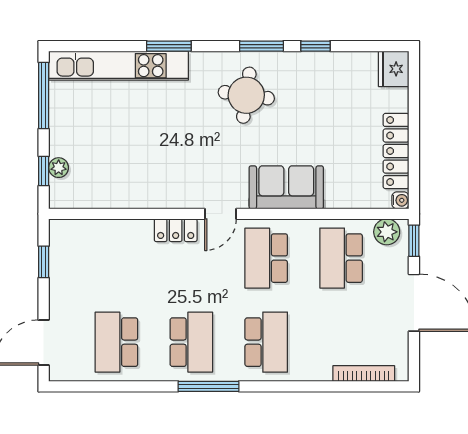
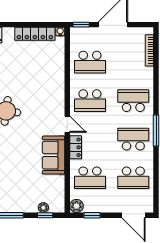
sofa: (286, 187) -> (54, 155), moved
plant: (387, 232) -> (76, 206), moved
school desk: (116, 258) -> (90, 178), added

